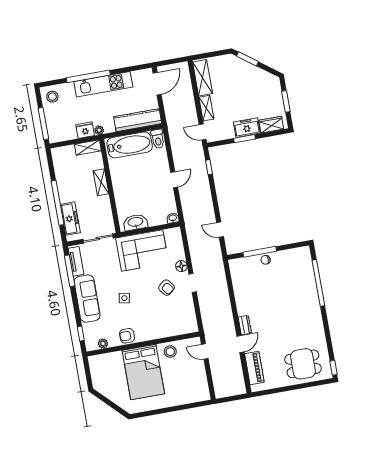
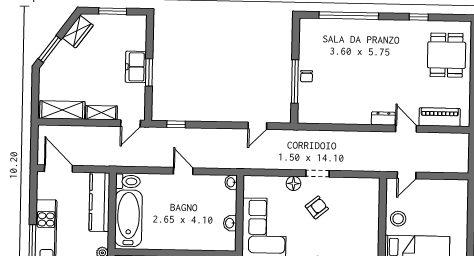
wardrobe: (271, 125) -> (78, 32), moved, turned -143
washbasin: (135, 222) -> (230, 223), width x0.52, depth x0.69
window: (333, 368) -> (419, 17), moved

